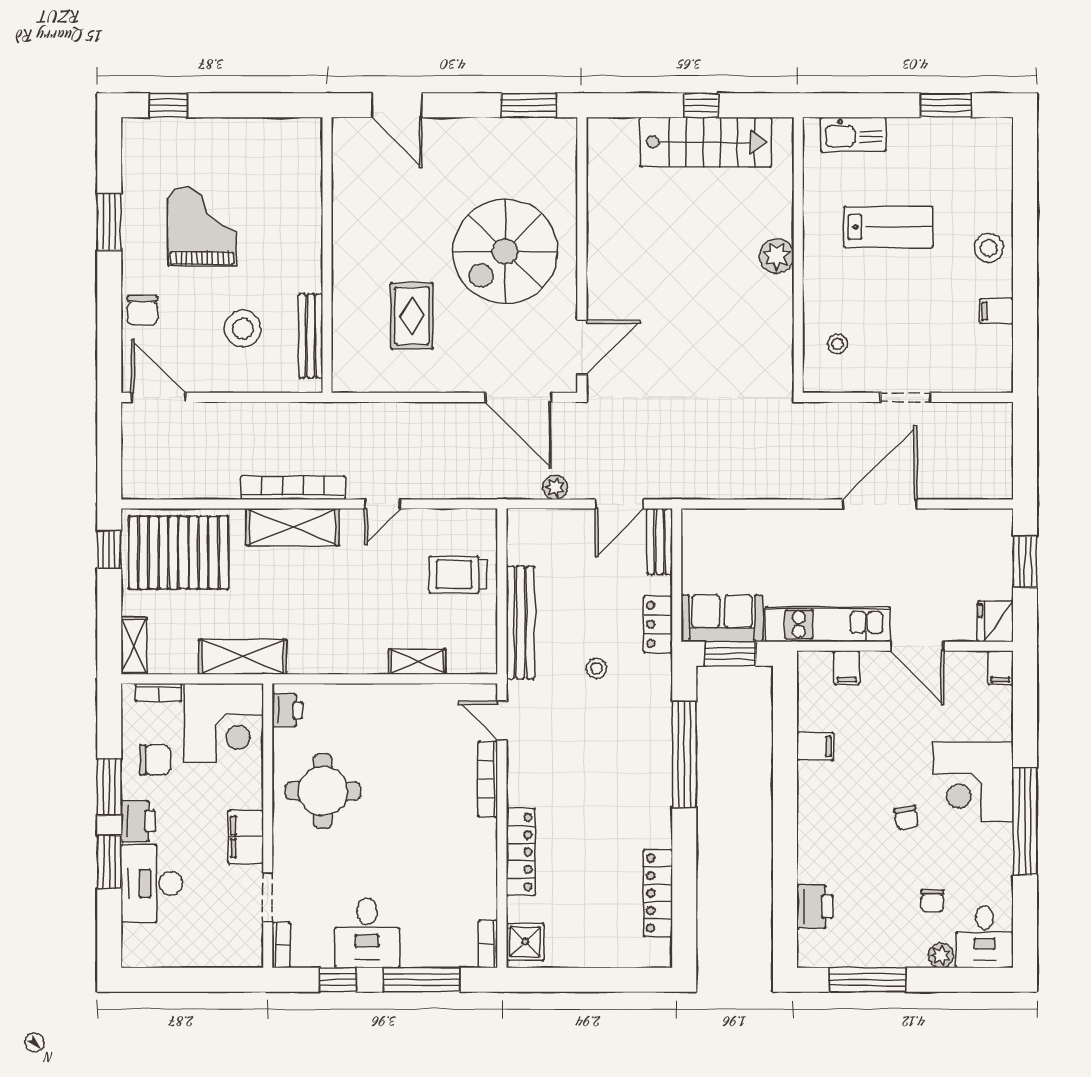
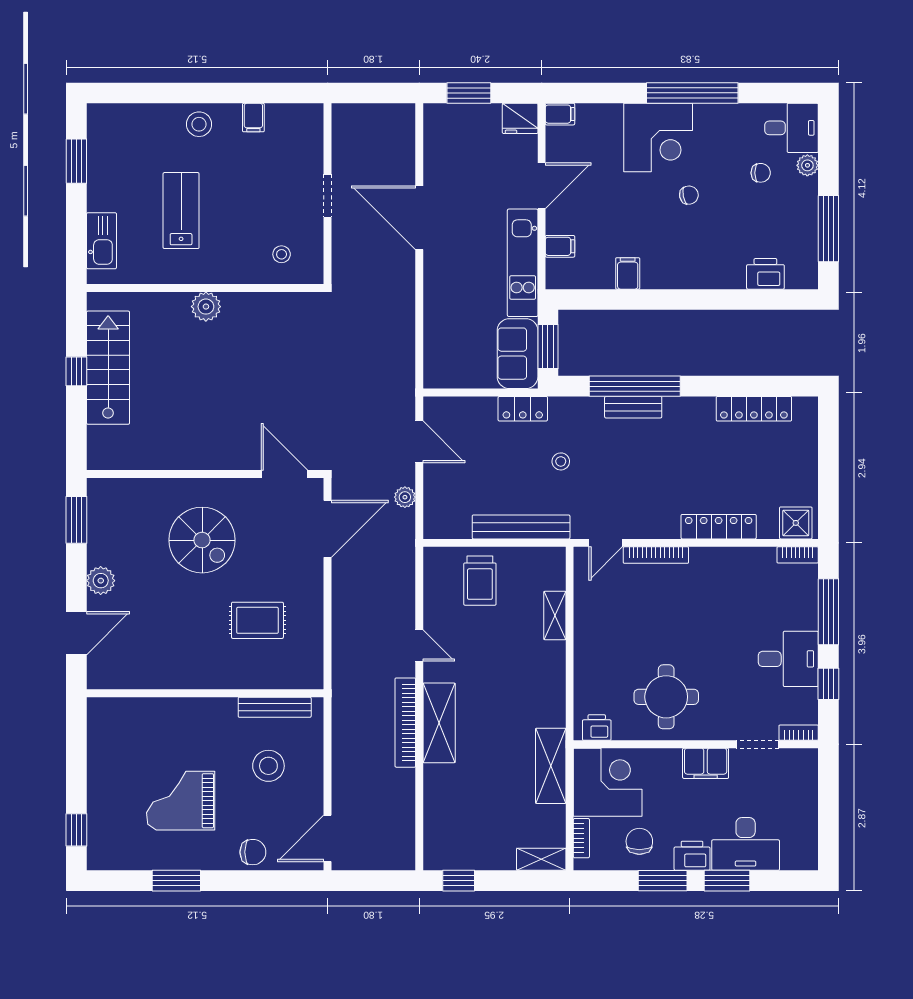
plant: (458, 134) -> (101, 581), added
spiral stairs: (505, 251) -> (202, 540), width x0.73, depth x0.73
bench: (660, 542) -> (633, 407), moved
pallet: (179, 553) -> (461, 821), removed

